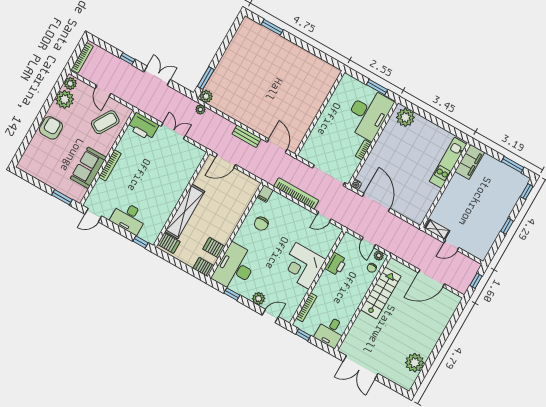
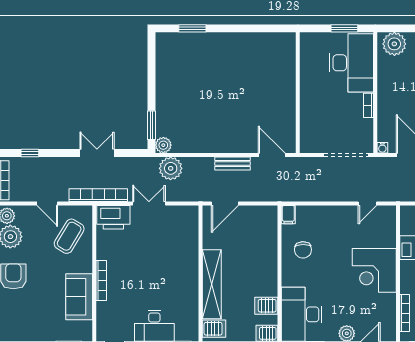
window: (127, 59) -> (30, 153), moved
plant: (200, 109) -> (171, 168), width x1.87, depth x1.87
bookcase: (296, 194) -> (98, 195), moved

